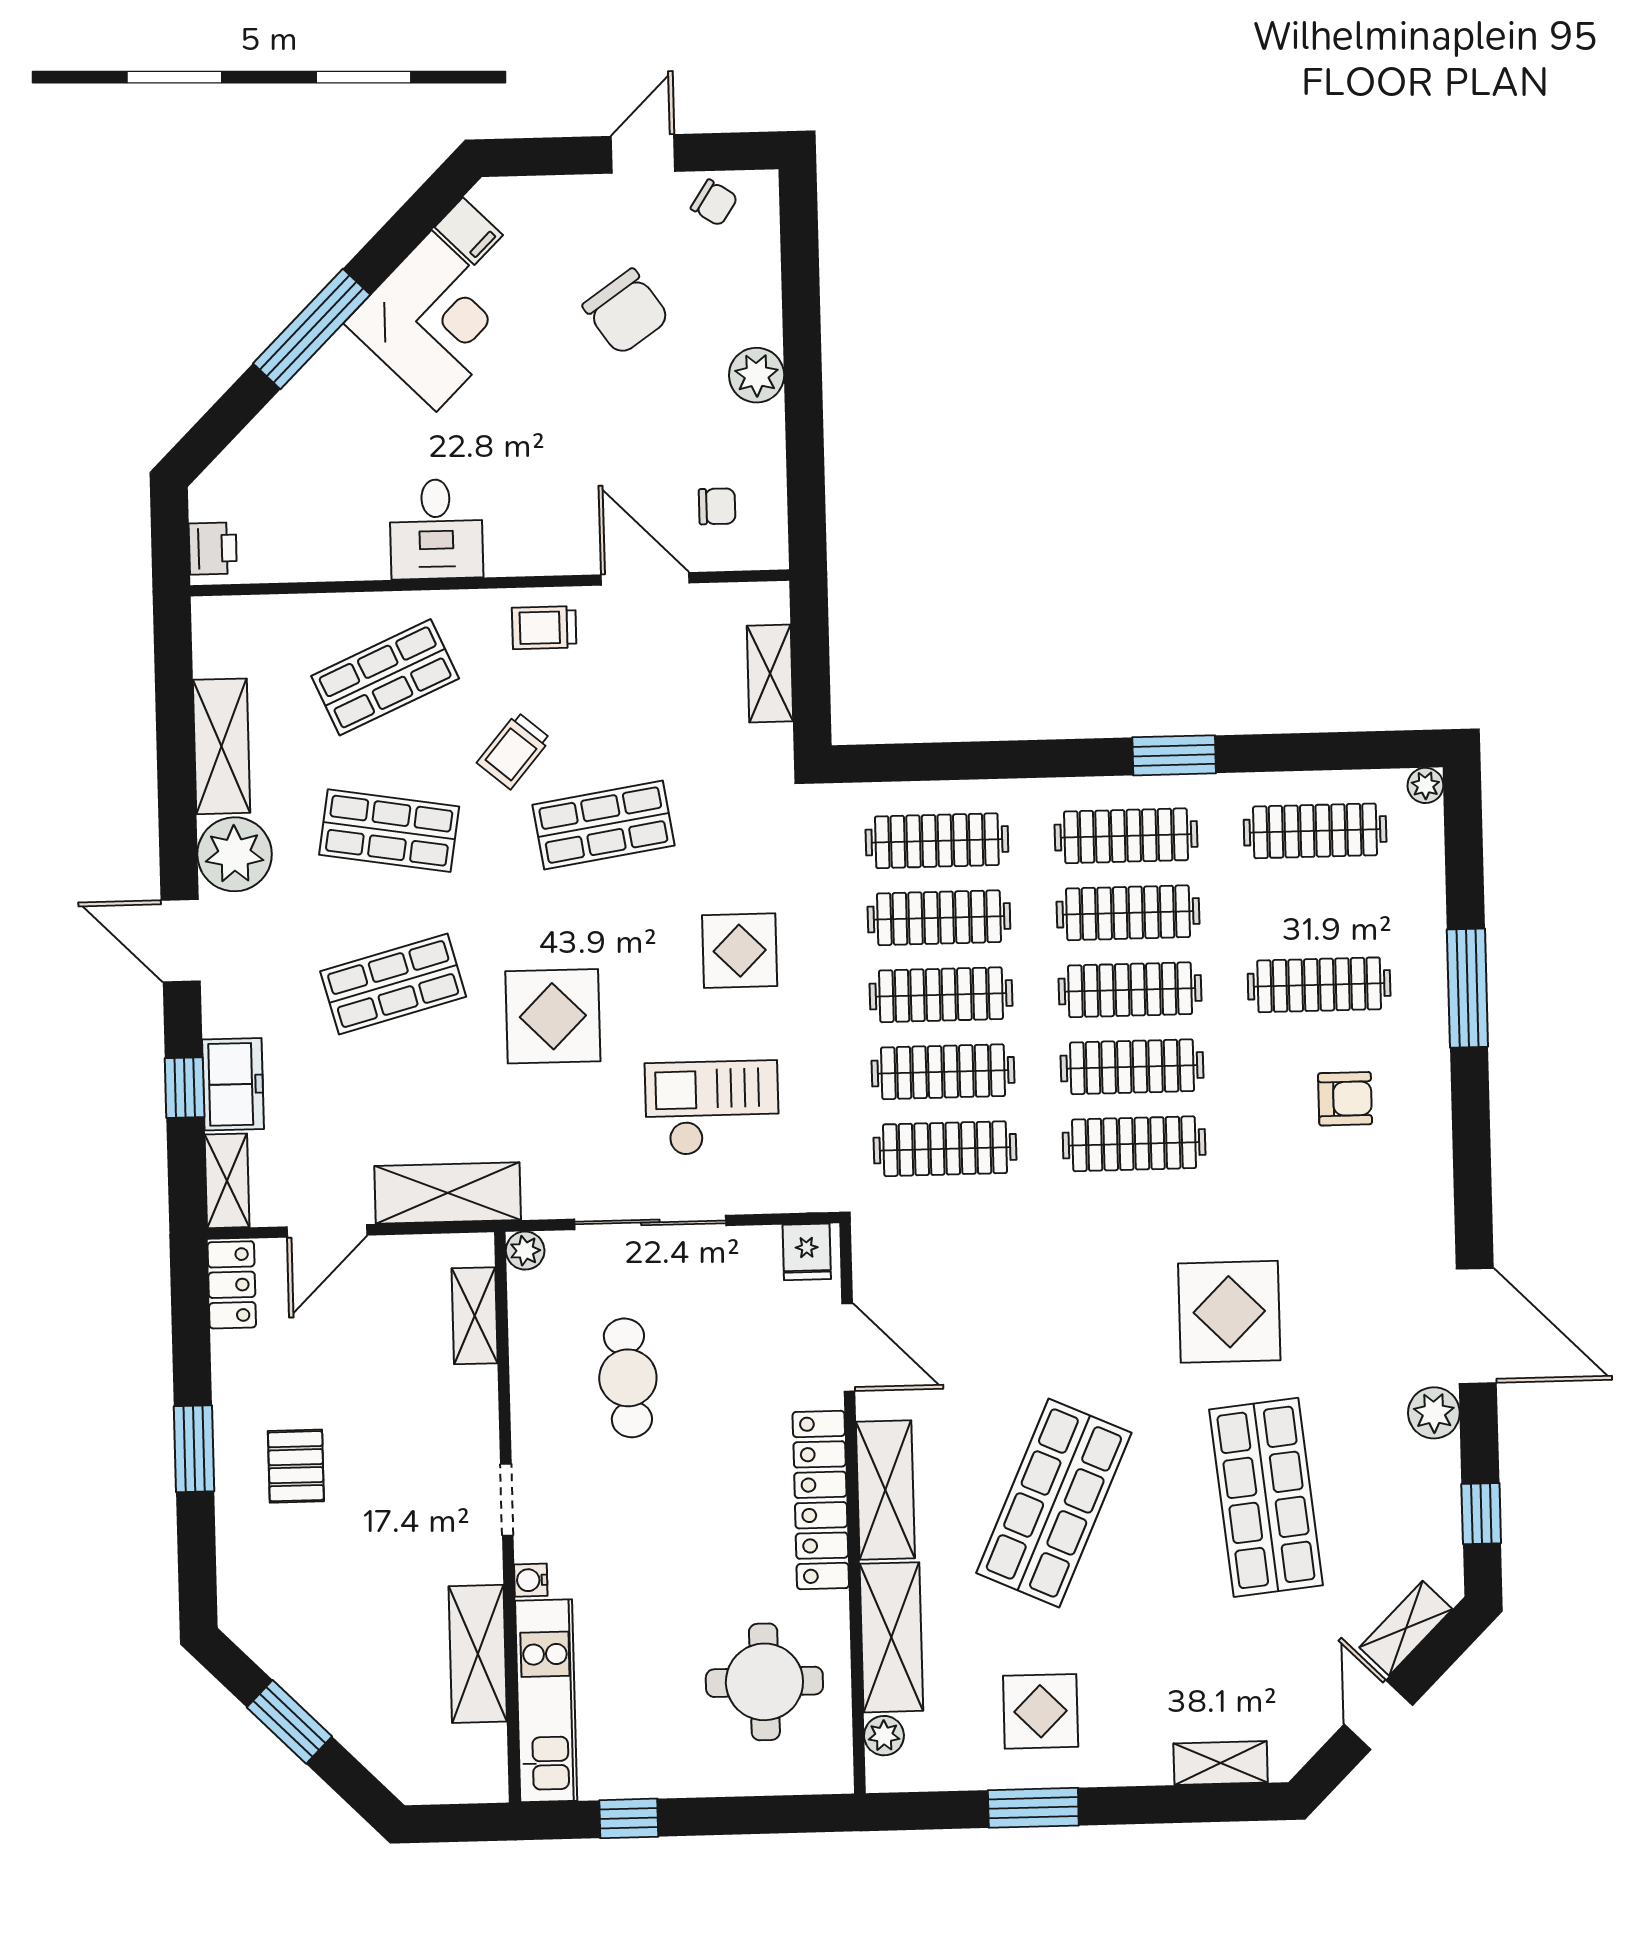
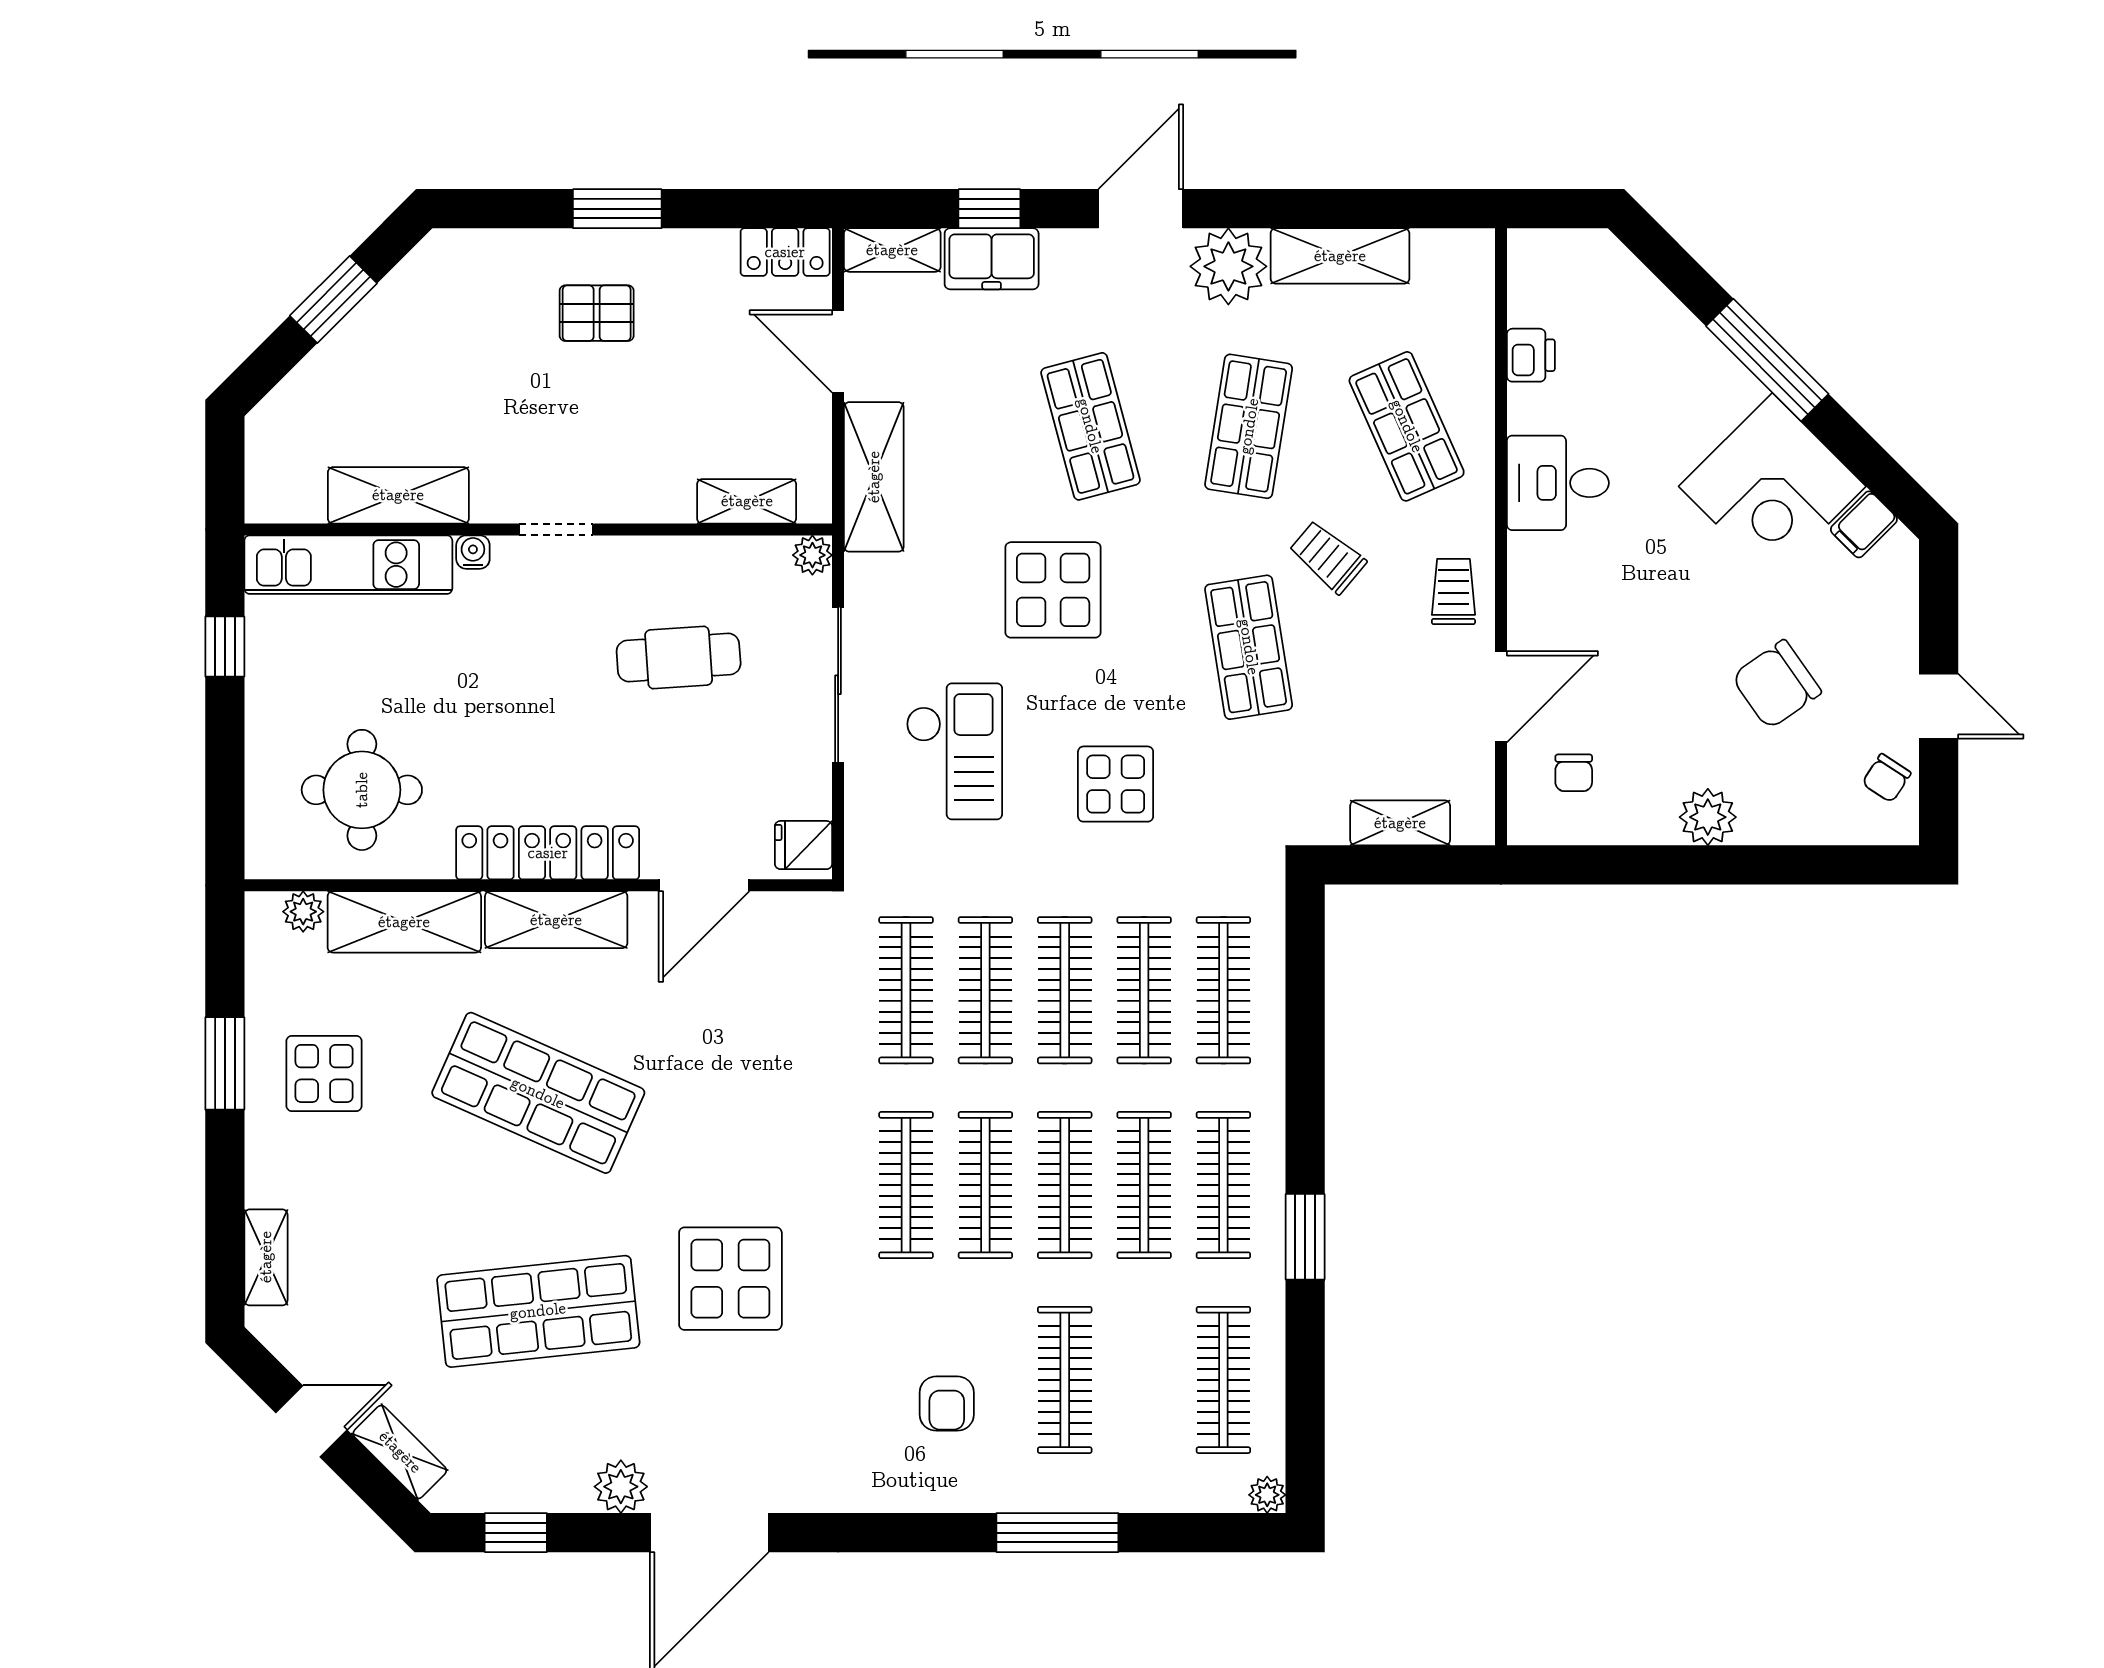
printer: (213, 548) -> (1531, 355), moved, turned -90

